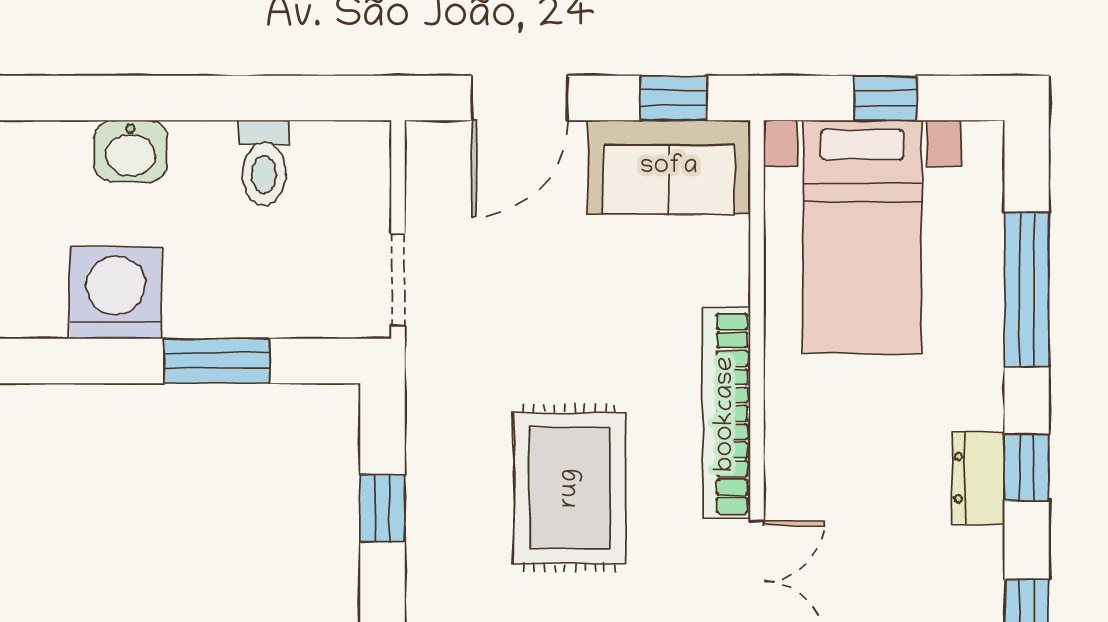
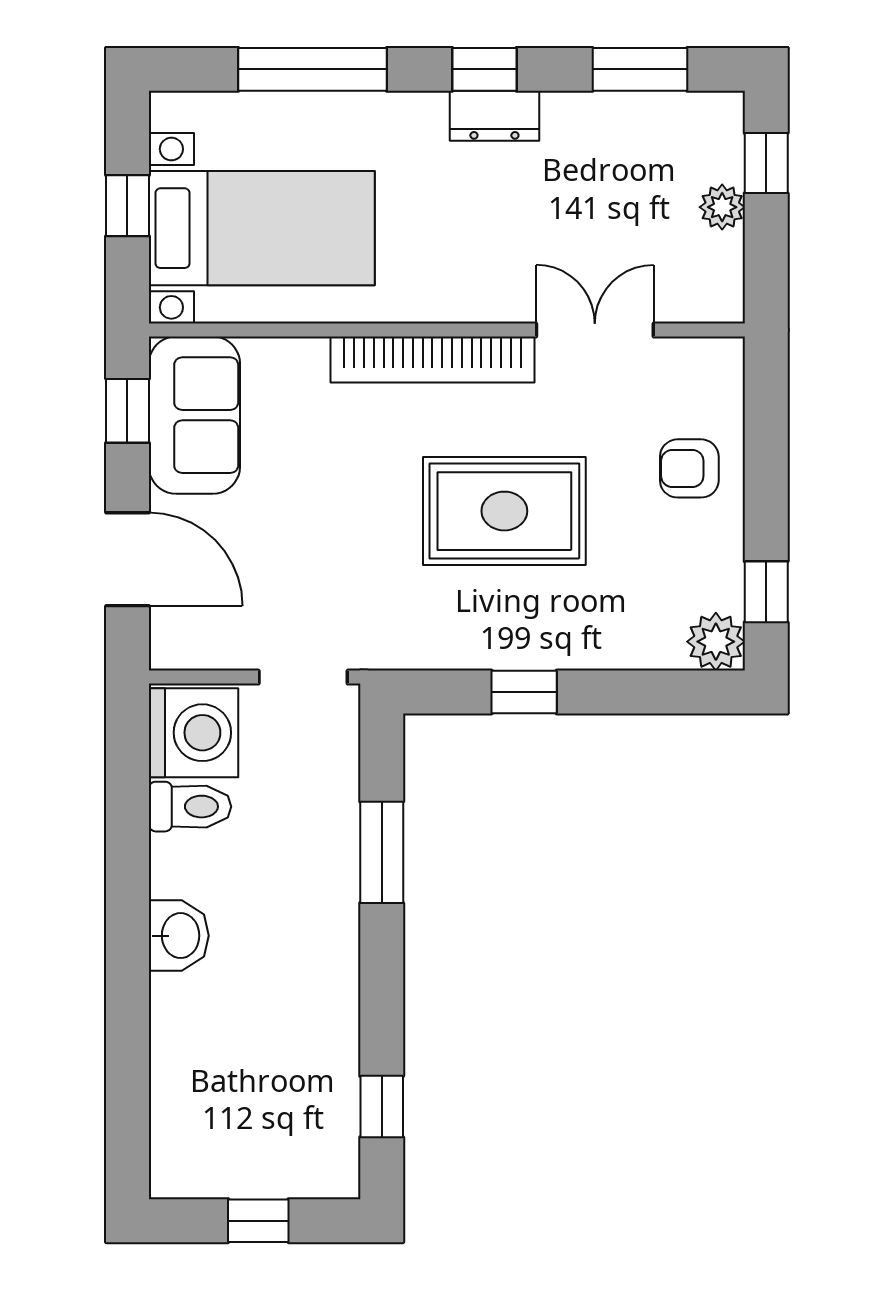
washing machine: (116, 293) -> (193, 733), moved, turned 180

